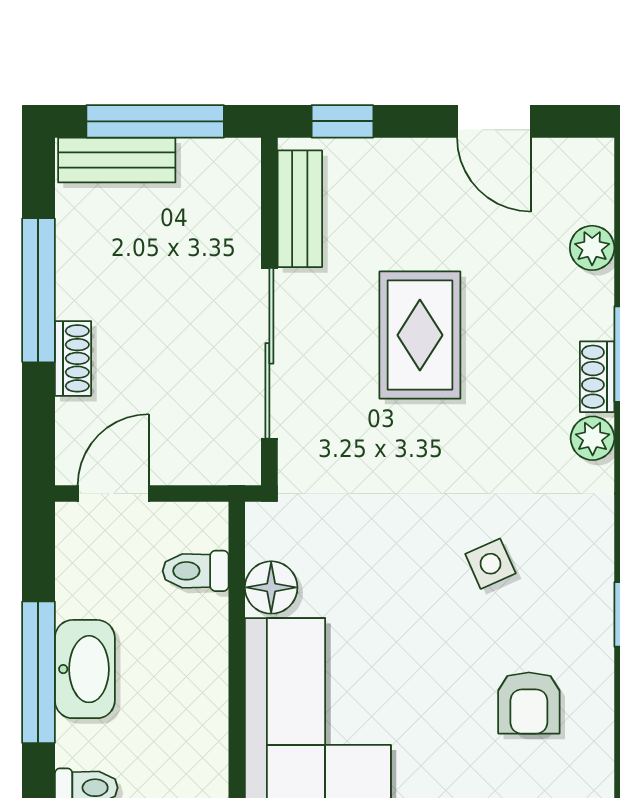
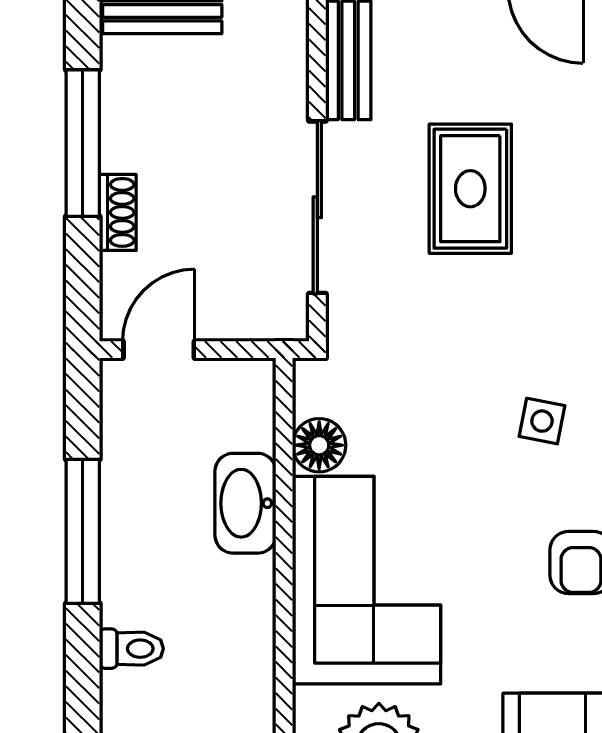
side table: (490, 564) -> (542, 421), turned 35
toilet: (196, 571) -> (242, 428), removed
washbasin: (85, 669) -> (245, 503), moved, turned 180

